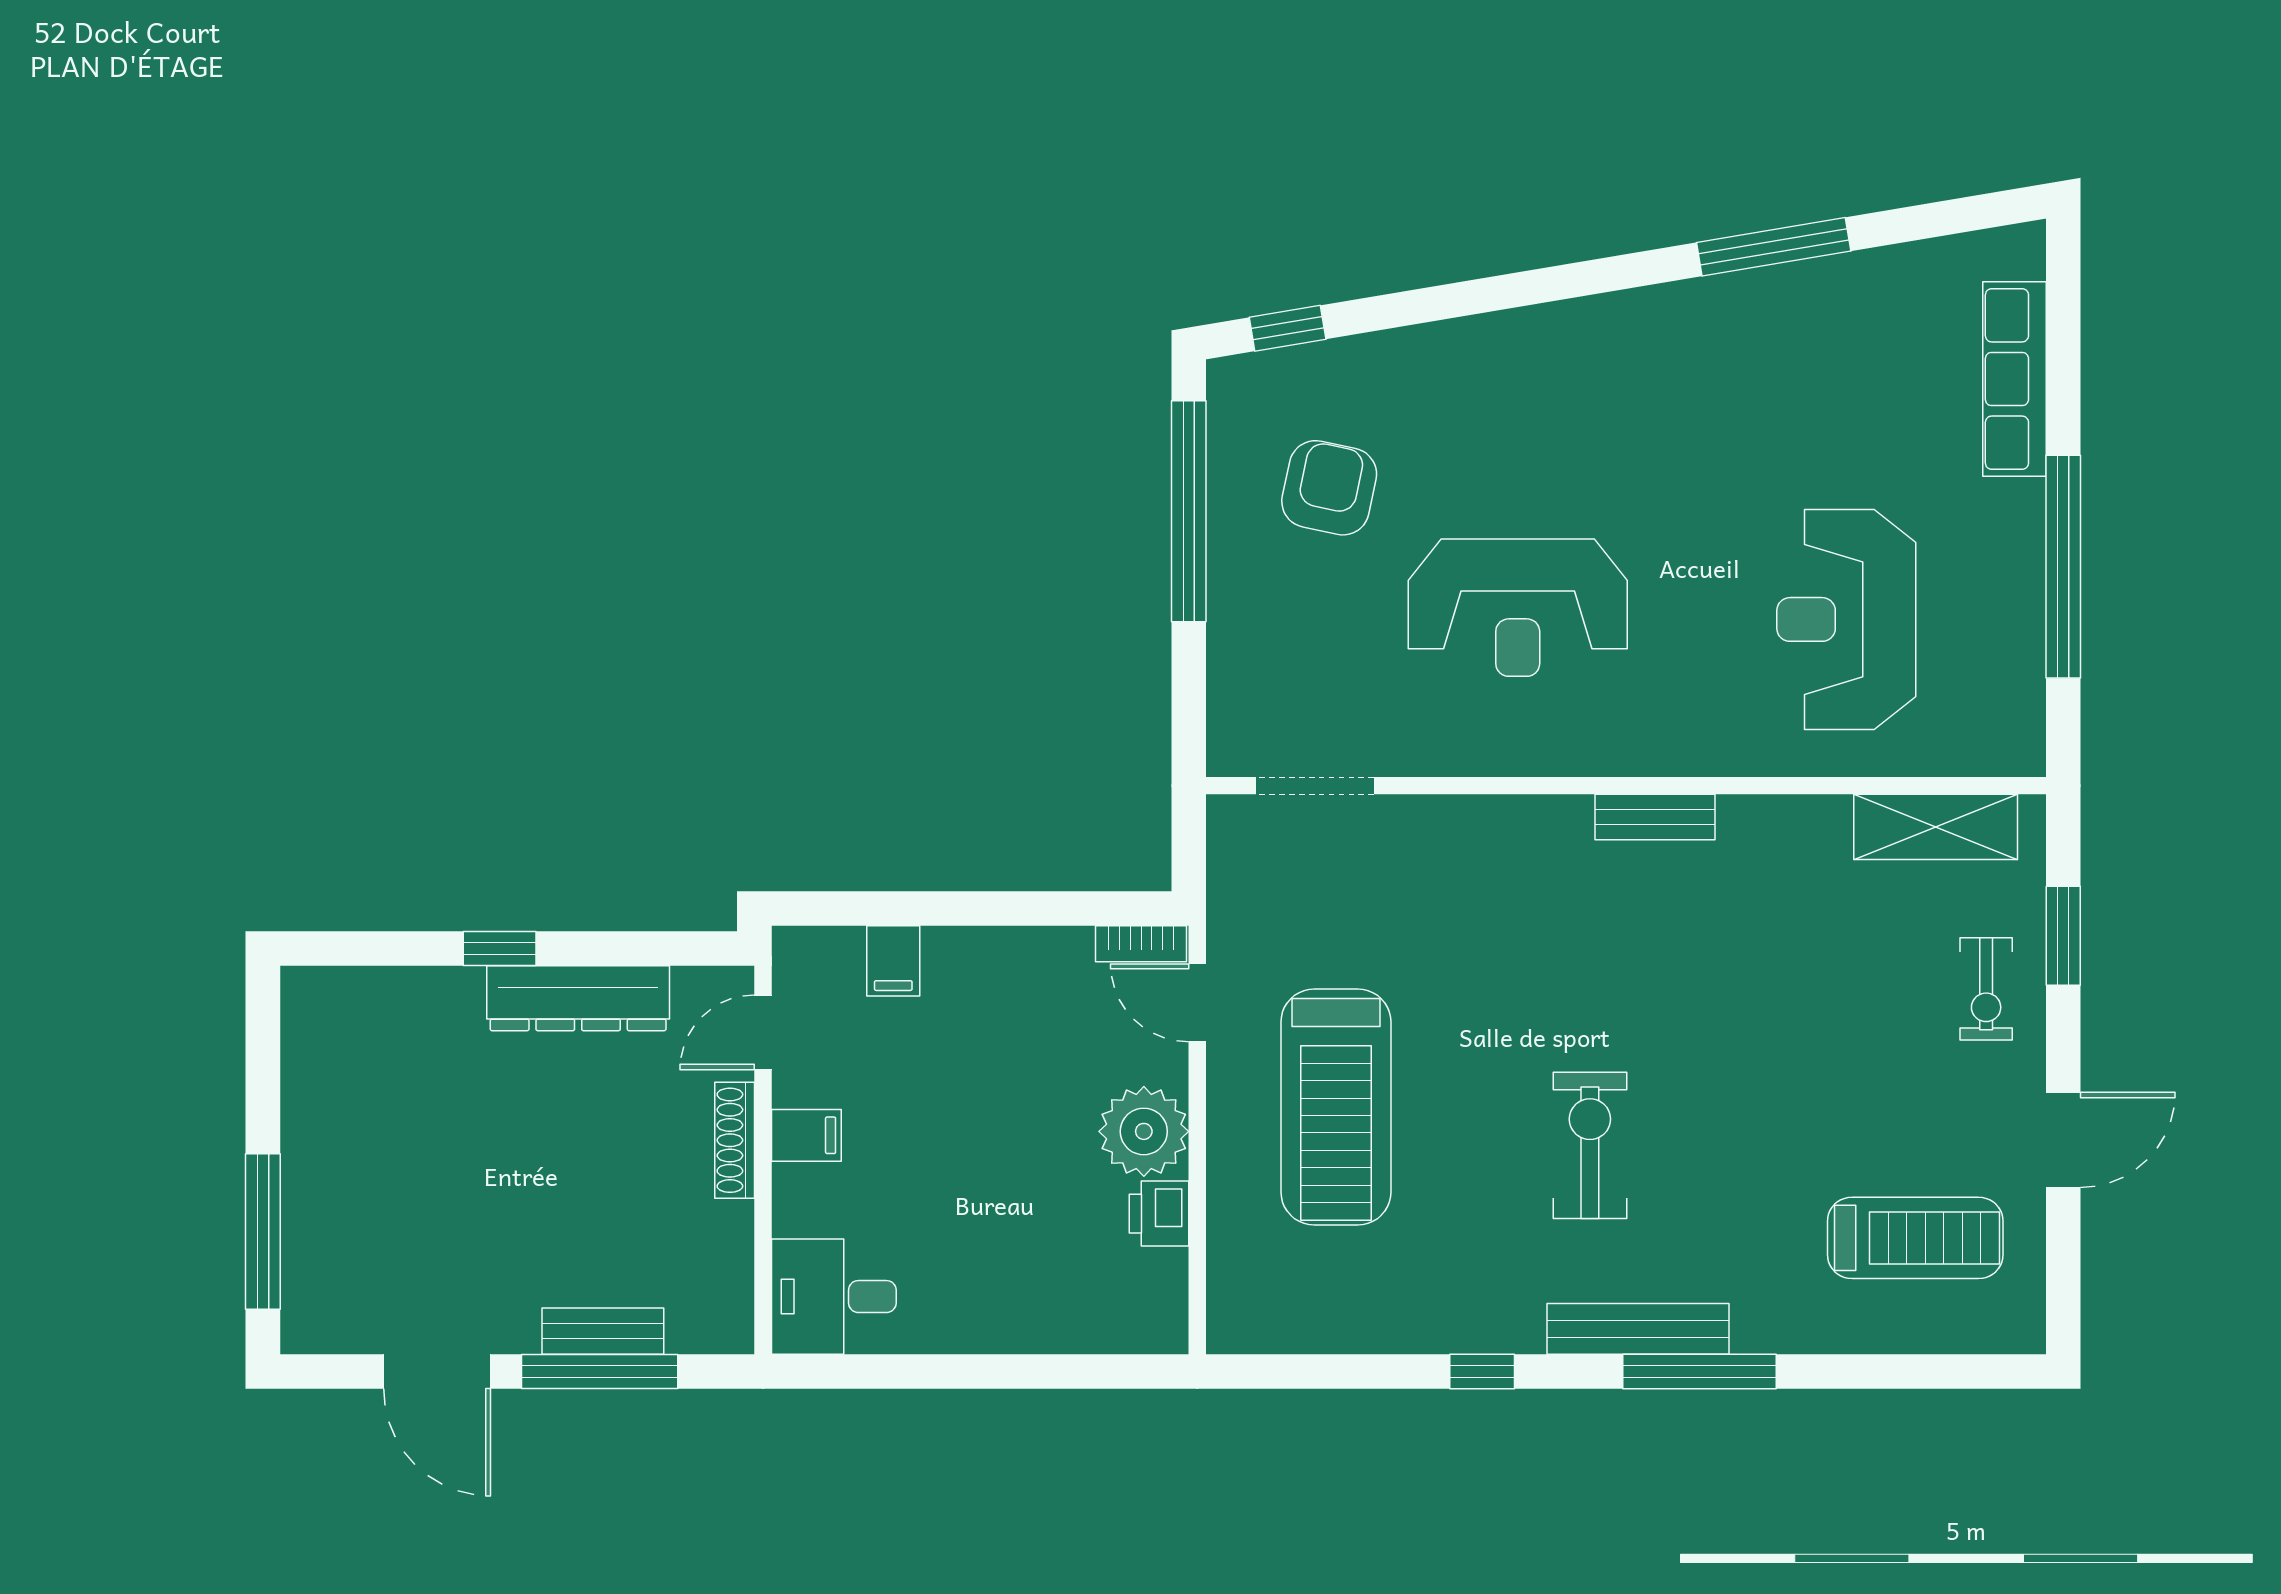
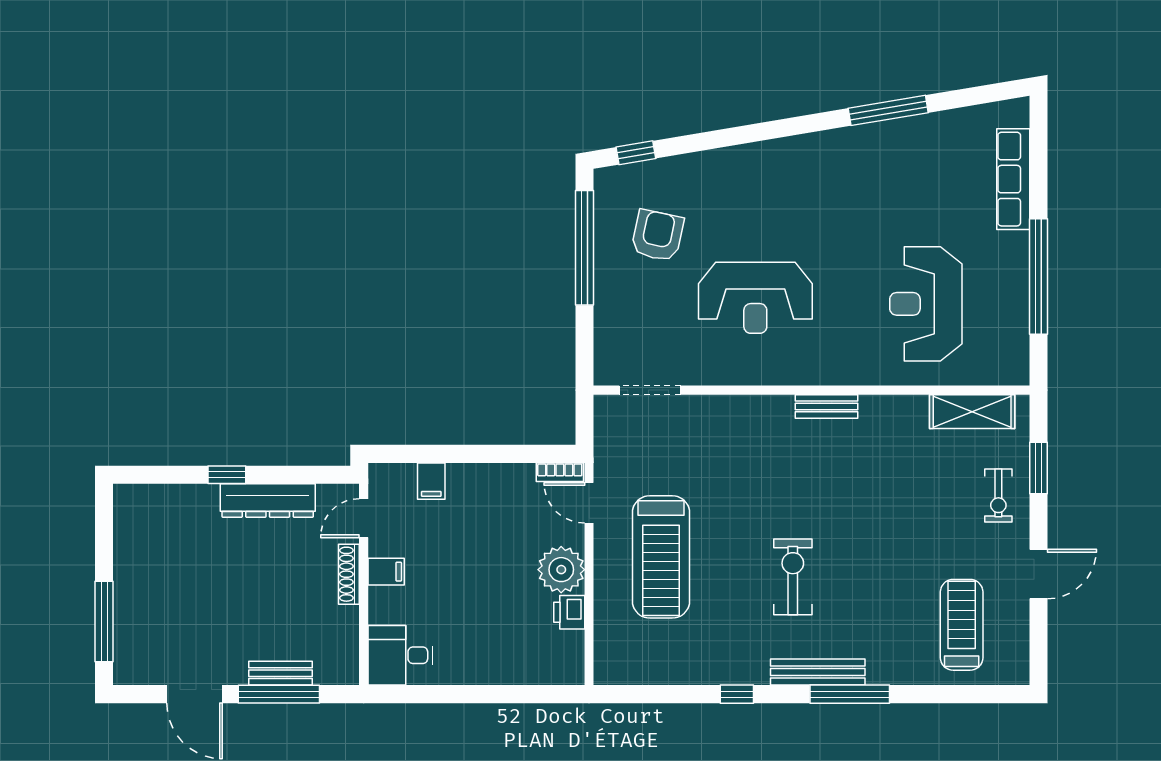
treadmill: (1915, 1238) -> (962, 625), turned -90

